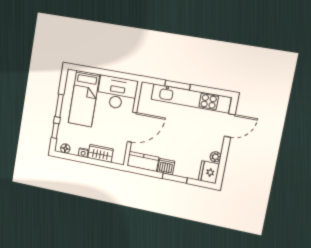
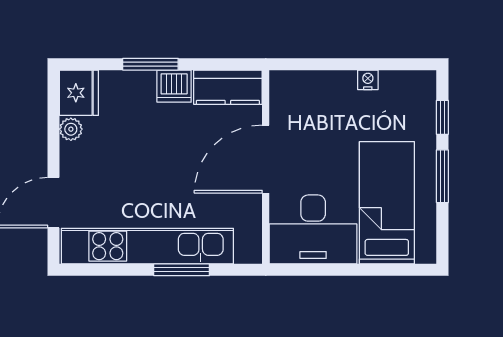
floor lamp: (65, 149) -> (412, 81), removed
wardrobe: (101, 153) -> (327, 86), removed

